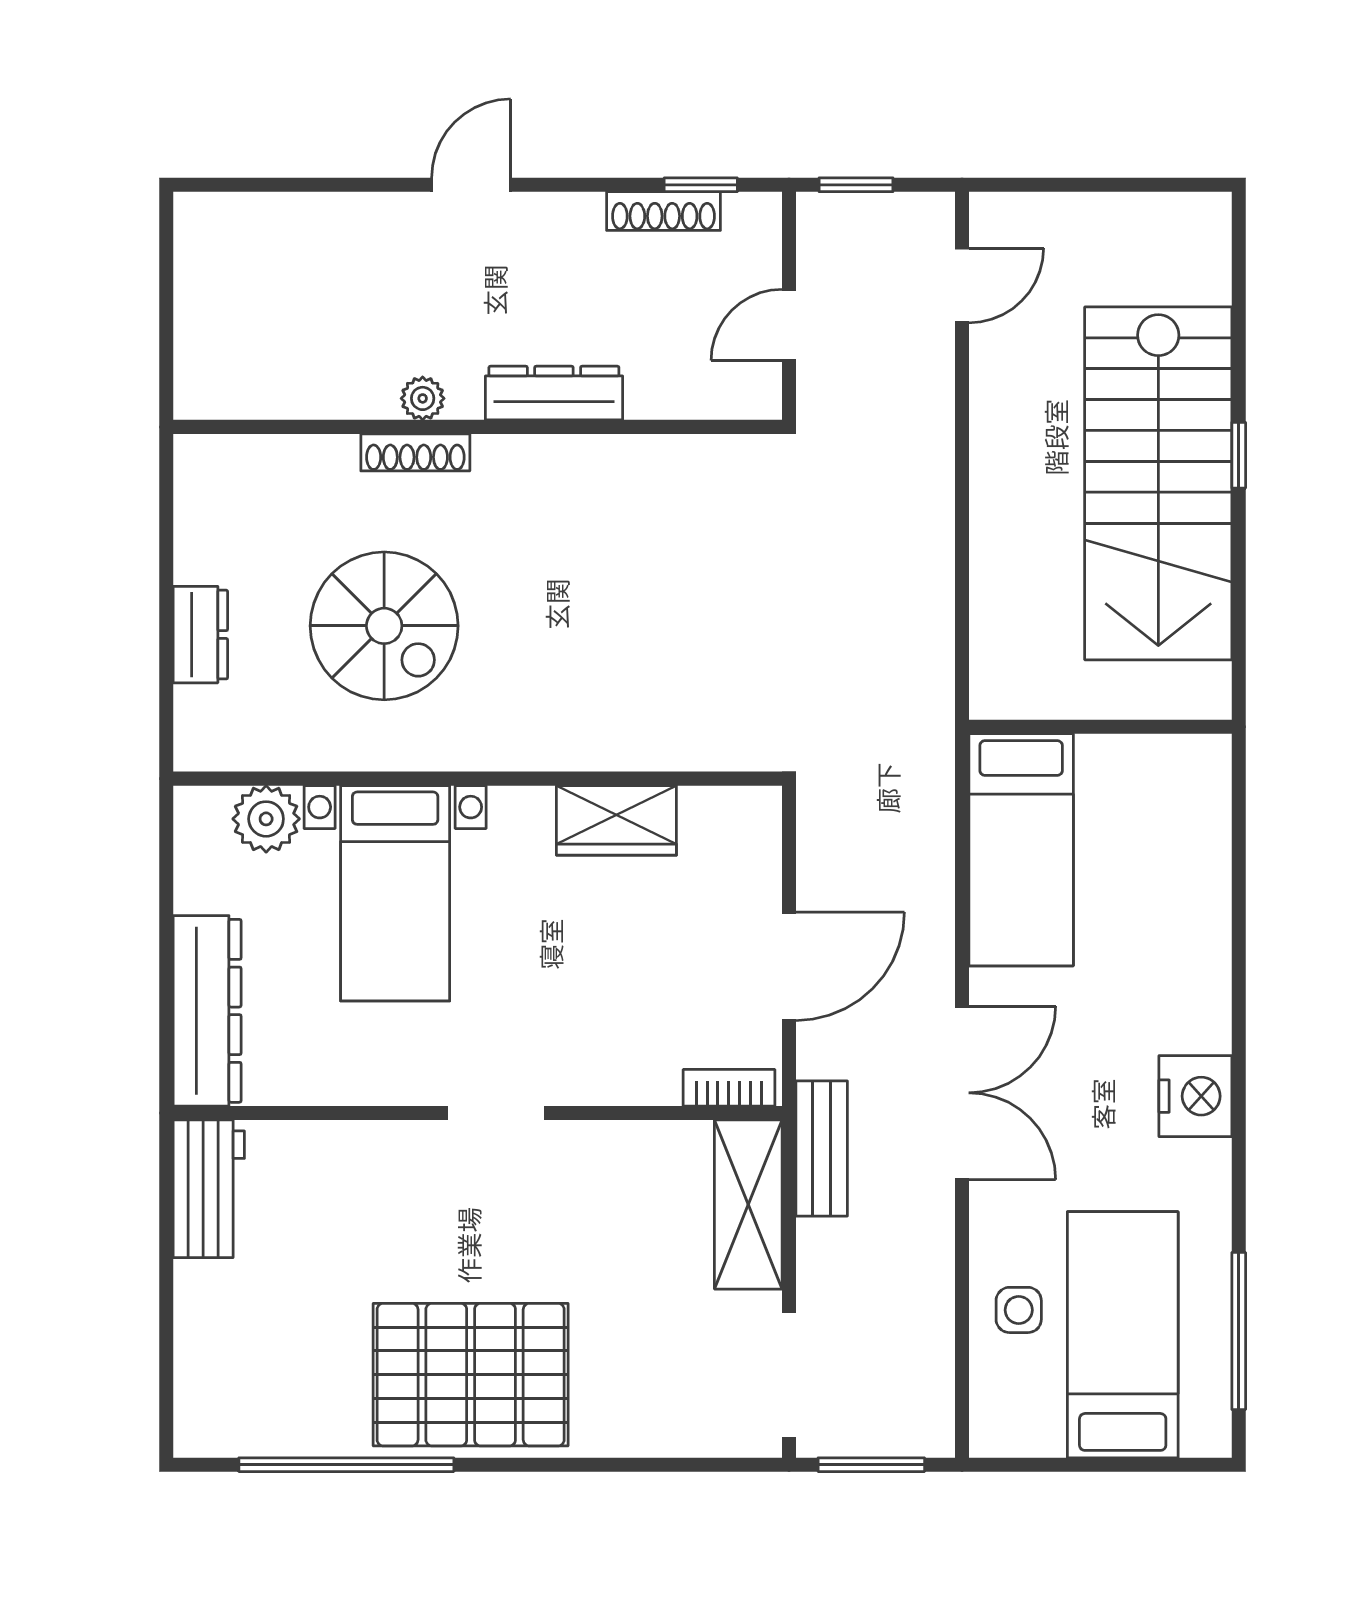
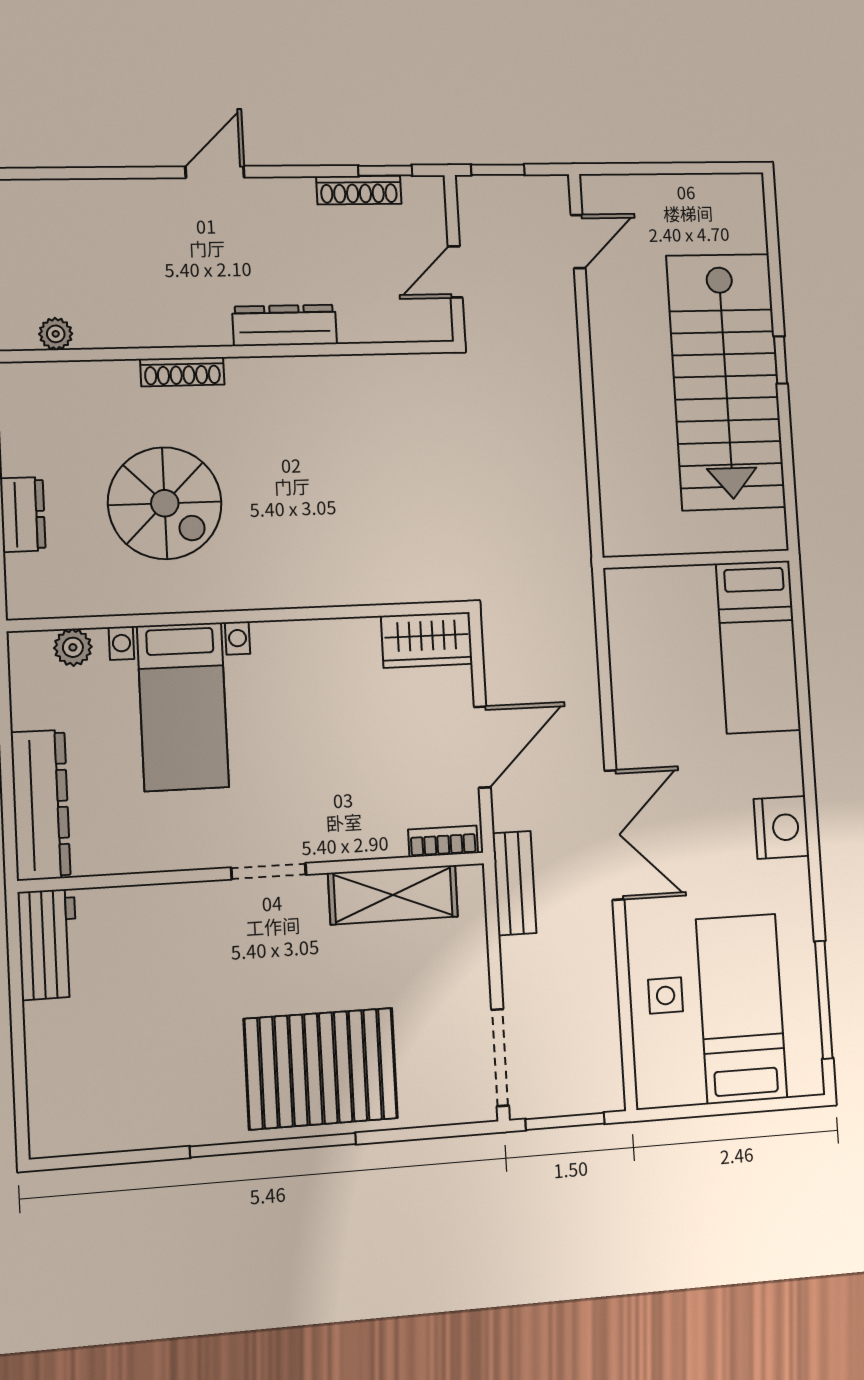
plant: (423, 398) -> (56, 334), moved
plant: (266, 819) -> (73, 647), width x0.73, depth x0.73
wardrobe: (616, 820) -> (427, 640), moved
bed: (1021, 850) -> (758, 647), moved
shelving: (748, 1204) -> (393, 895), moved, turned 90
pallet: (471, 1375) -> (321, 1069), moved
window: (346, 1465) -> (273, 1145), moved

